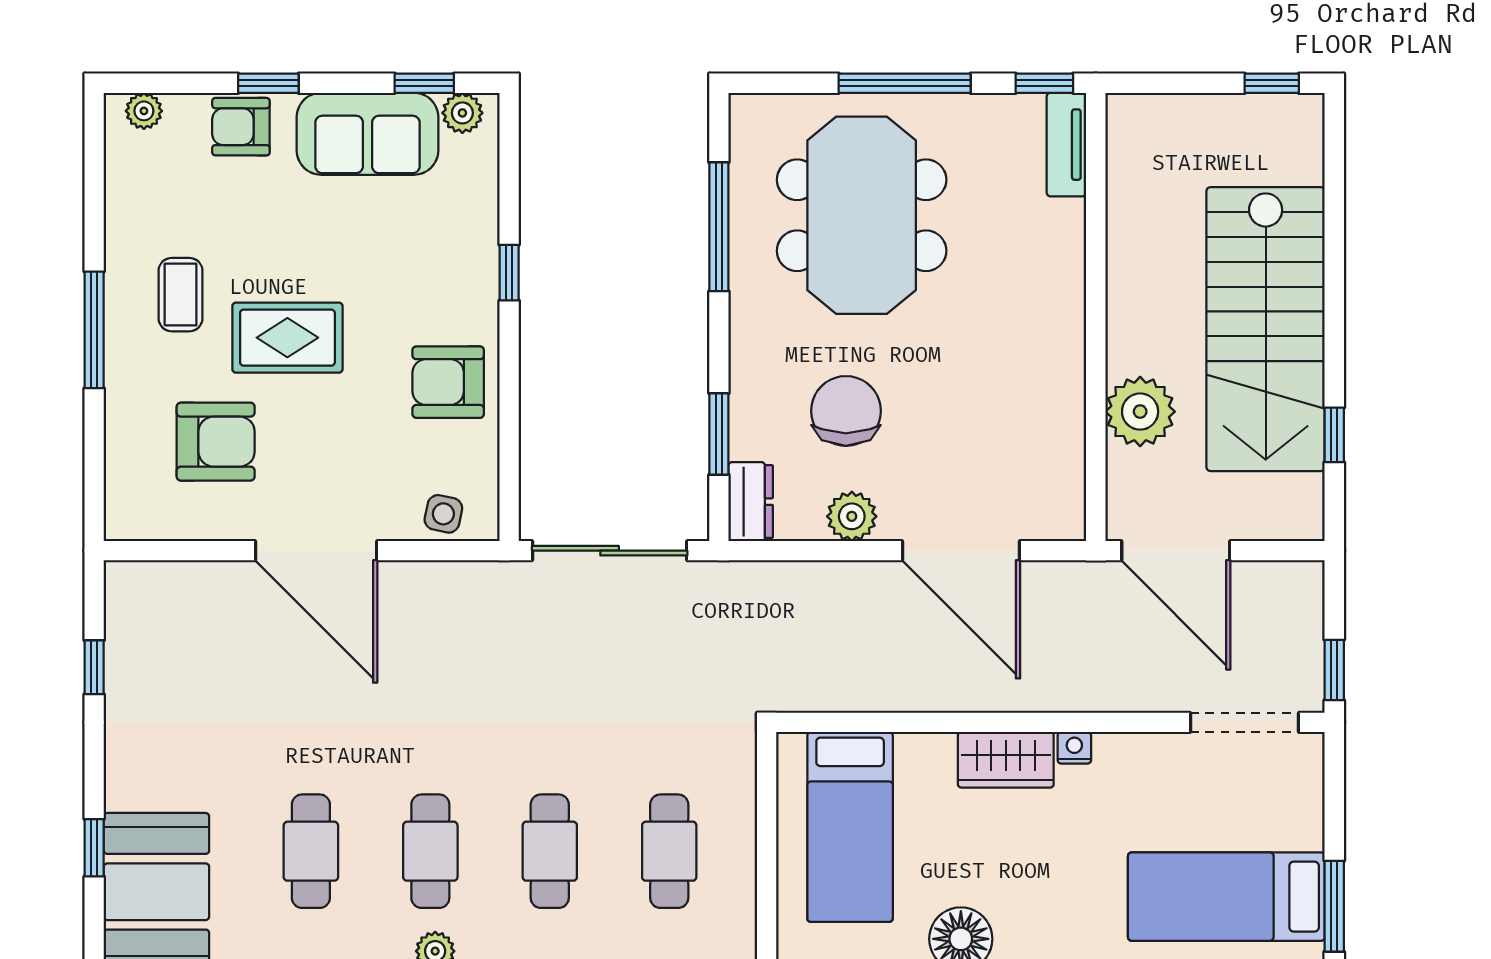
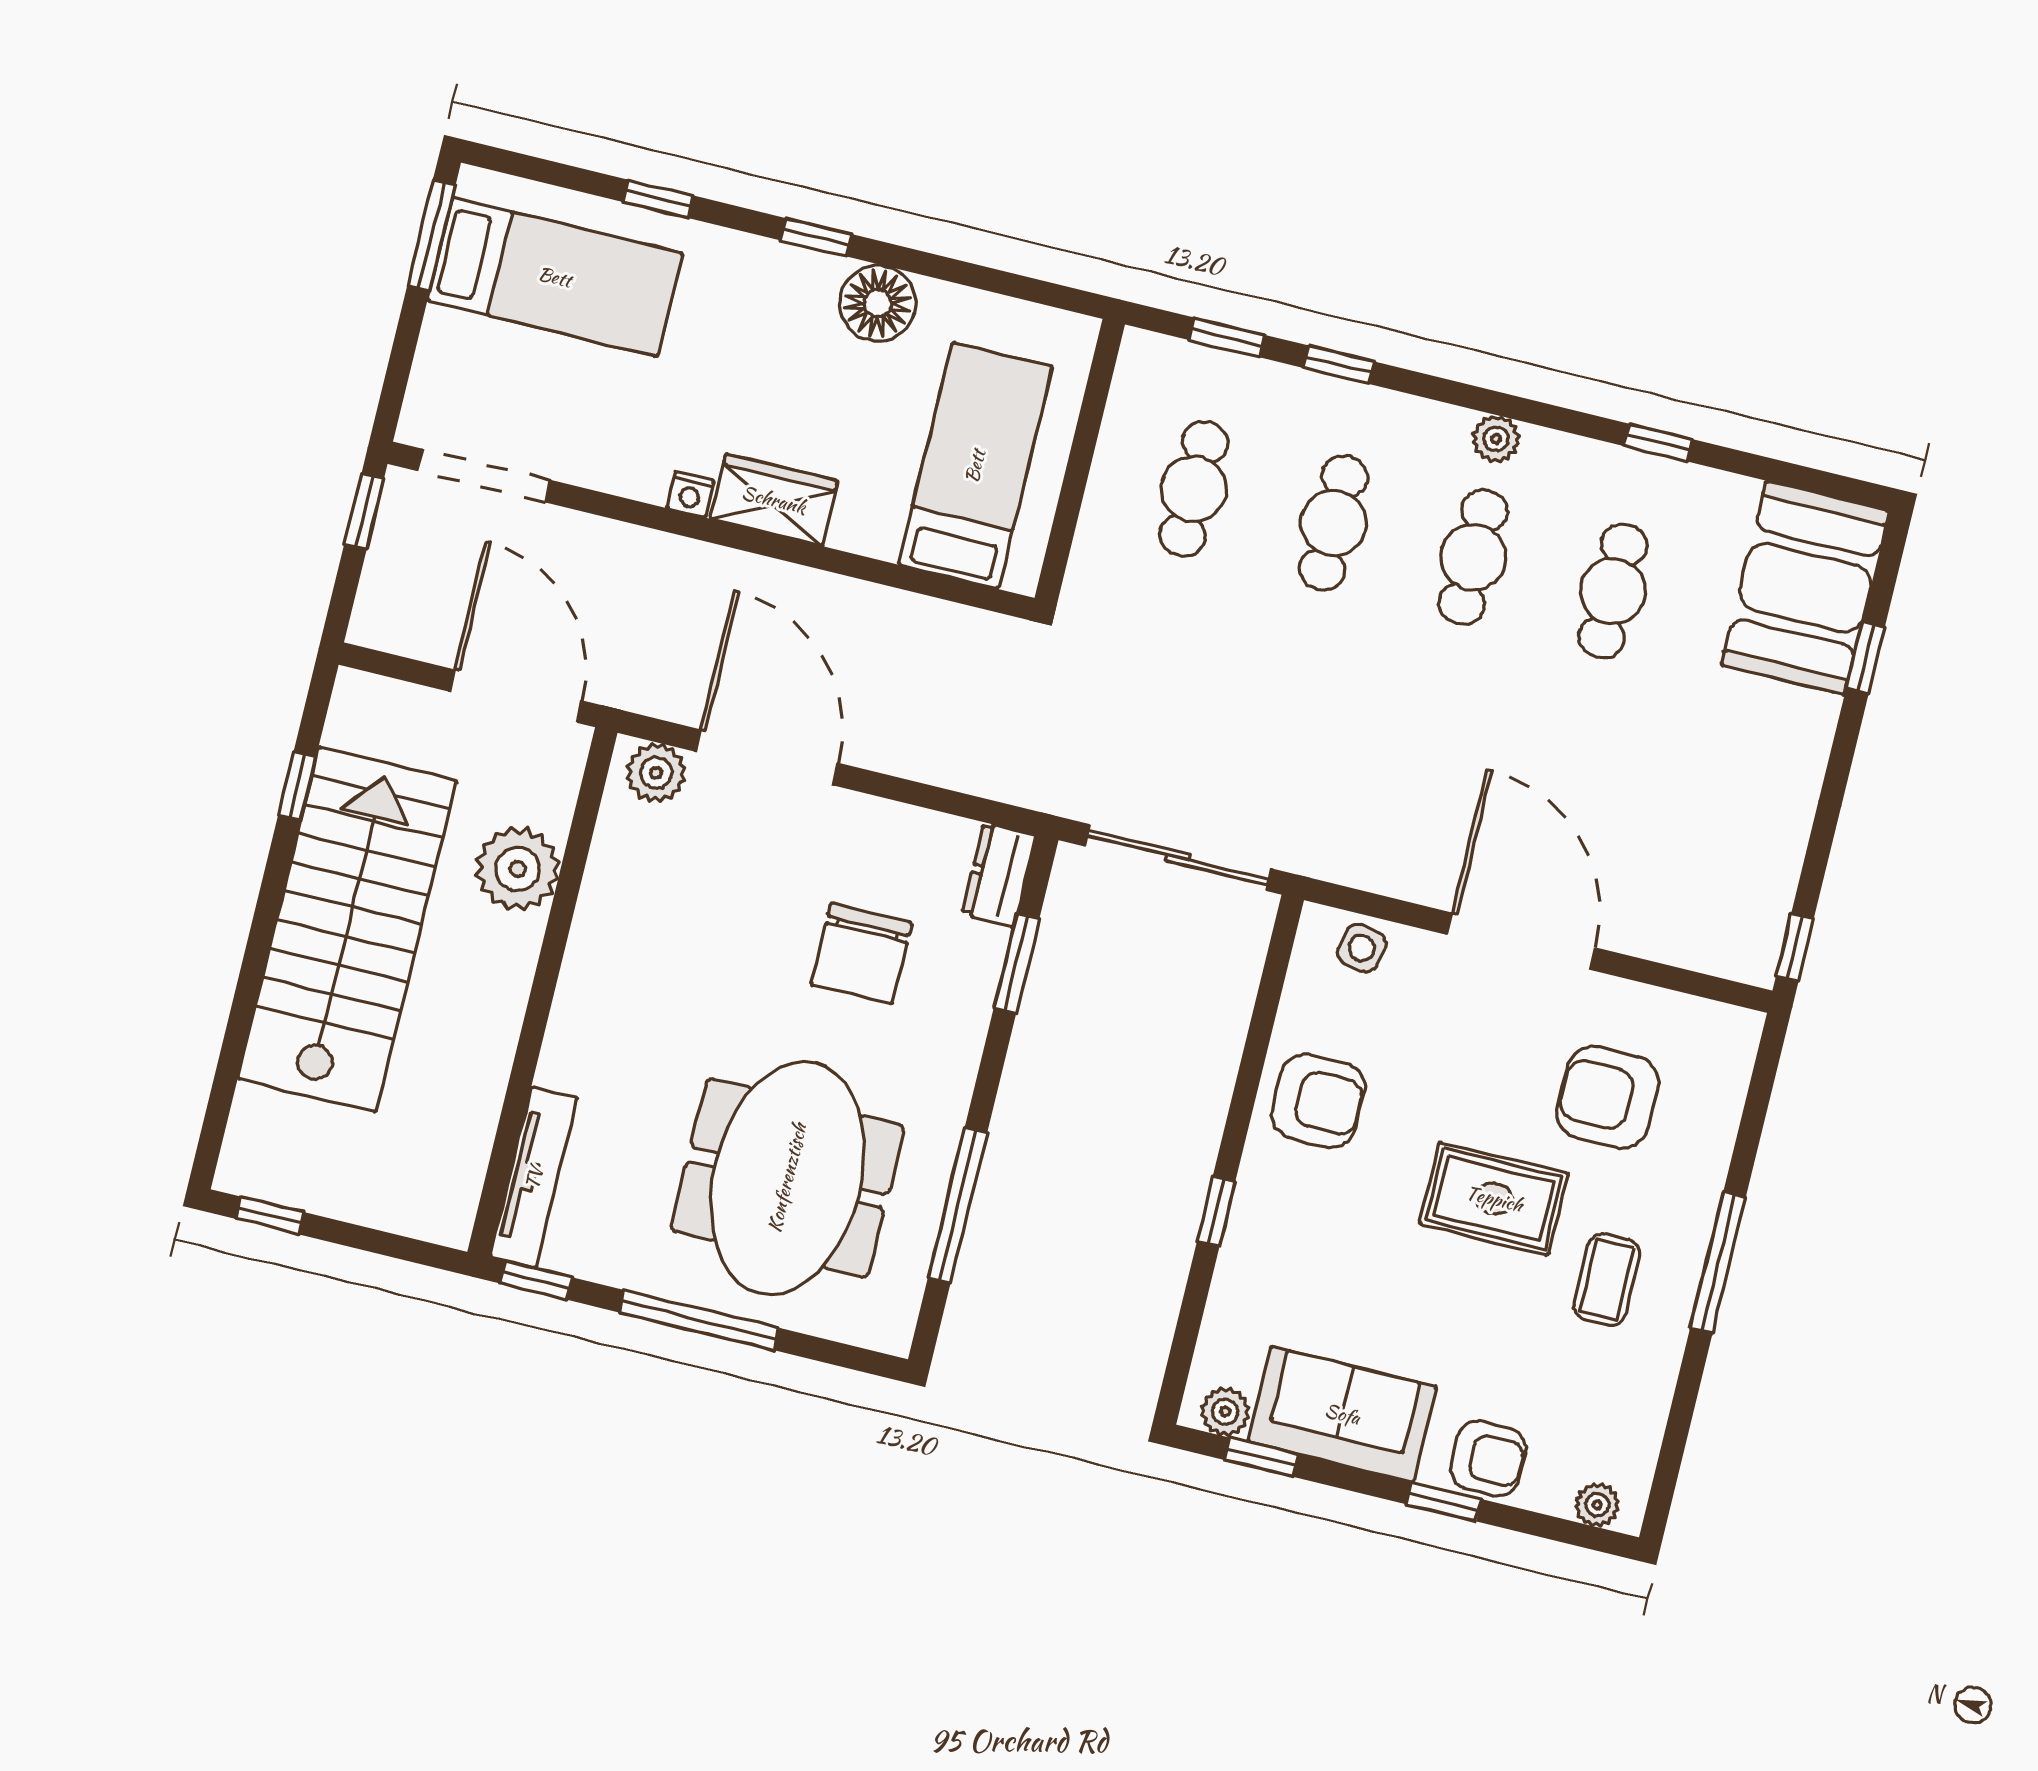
tv unit: (1066, 145) -> (534, 1178), width x1.41
plant: (852, 516) -> (656, 773), moved
window: (94, 667) -> (1795, 947), moved

